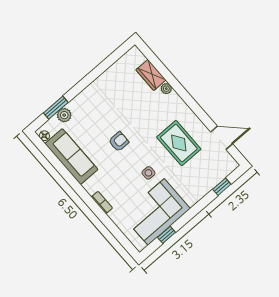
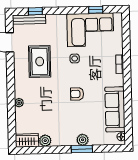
plant: (112, 73) -> (45, 141), added
wardrobe: (151, 75) -> (27, 140), moved, turned -90
window: (56, 108) -> (82, 149), moved
plant: (64, 115) -> (83, 140), moved
bench: (221, 174) -> (29, 19), added

